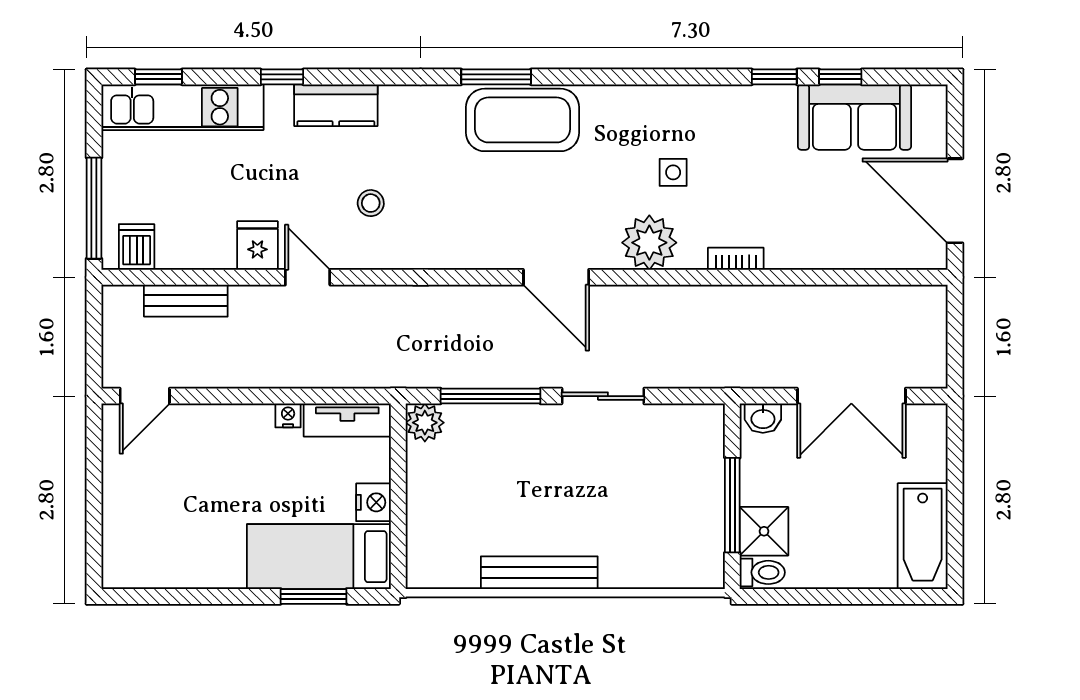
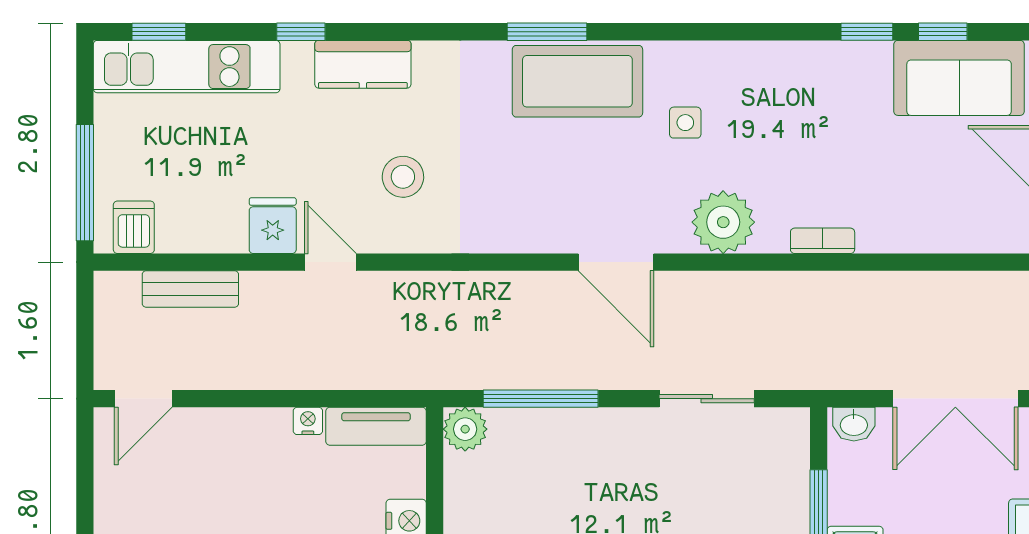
side table: (673, 172) -> (685, 123), moved
stool: (371, 203) -> (403, 177), width x1.37, depth x1.37
sliding door: (603, 396) -> (707, 399), moved

